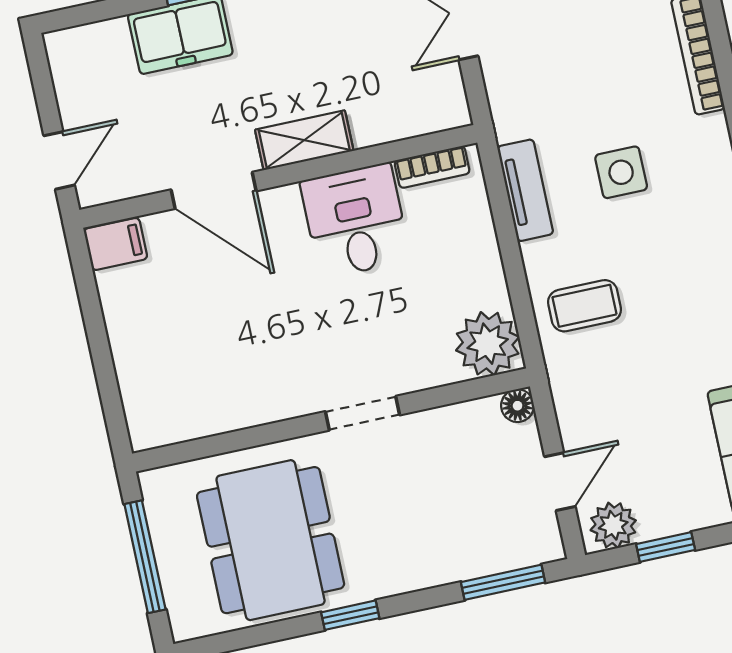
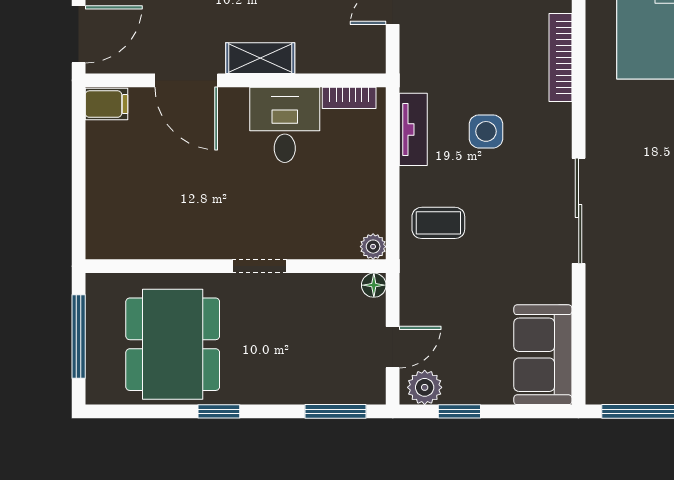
door: (59, 160) -> (79, 34), width x1.38
plant: (488, 344) -> (373, 247), width x0.53, depth x0.53

